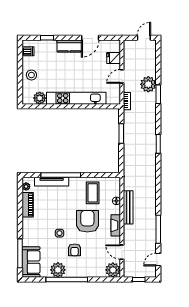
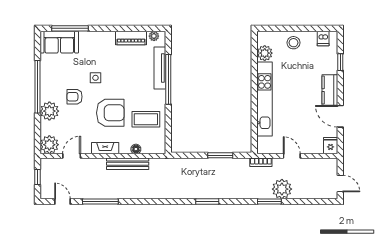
fridge: (114, 58) -> (331, 146), moved
plant: (58, 270) -> (49, 111), moved

